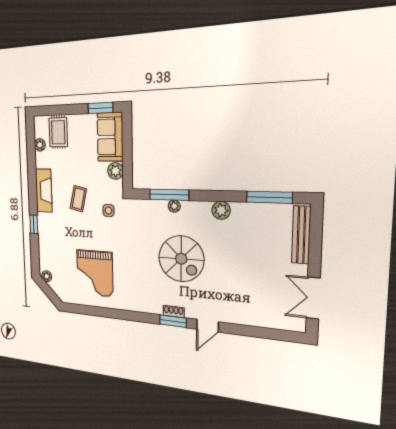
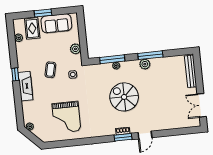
window: (100, 108) -> (43, 13), moved
sofa: (110, 137) -> (56, 23), moved, turned -90
fireplace: (44, 191) -> (26, 86), moved
window: (269, 197) -> (150, 55), moved
window: (34, 224) -> (15, 74), moved
spiral stairs: (181, 259) -> (124, 97), turned 180

